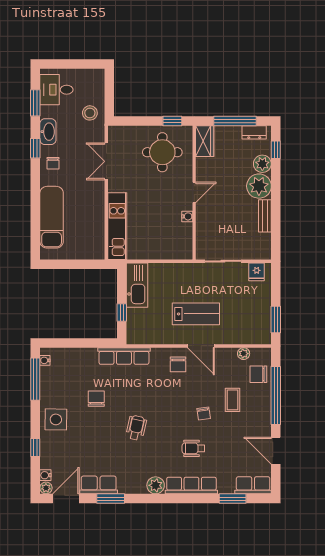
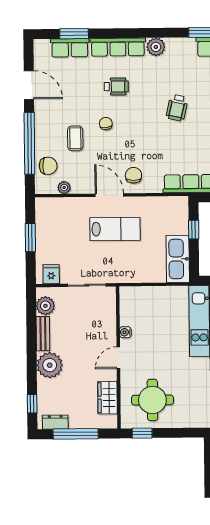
wardrobe: (205, 141) -> (108, 398), moved
plant: (262, 164) -> (45, 306), moved
lab bench: (196, 314) -> (115, 229), turned 180
window: (276, 320) -> (30, 238), moved
row of seats: (253, 485) -> (70, 48), moved

